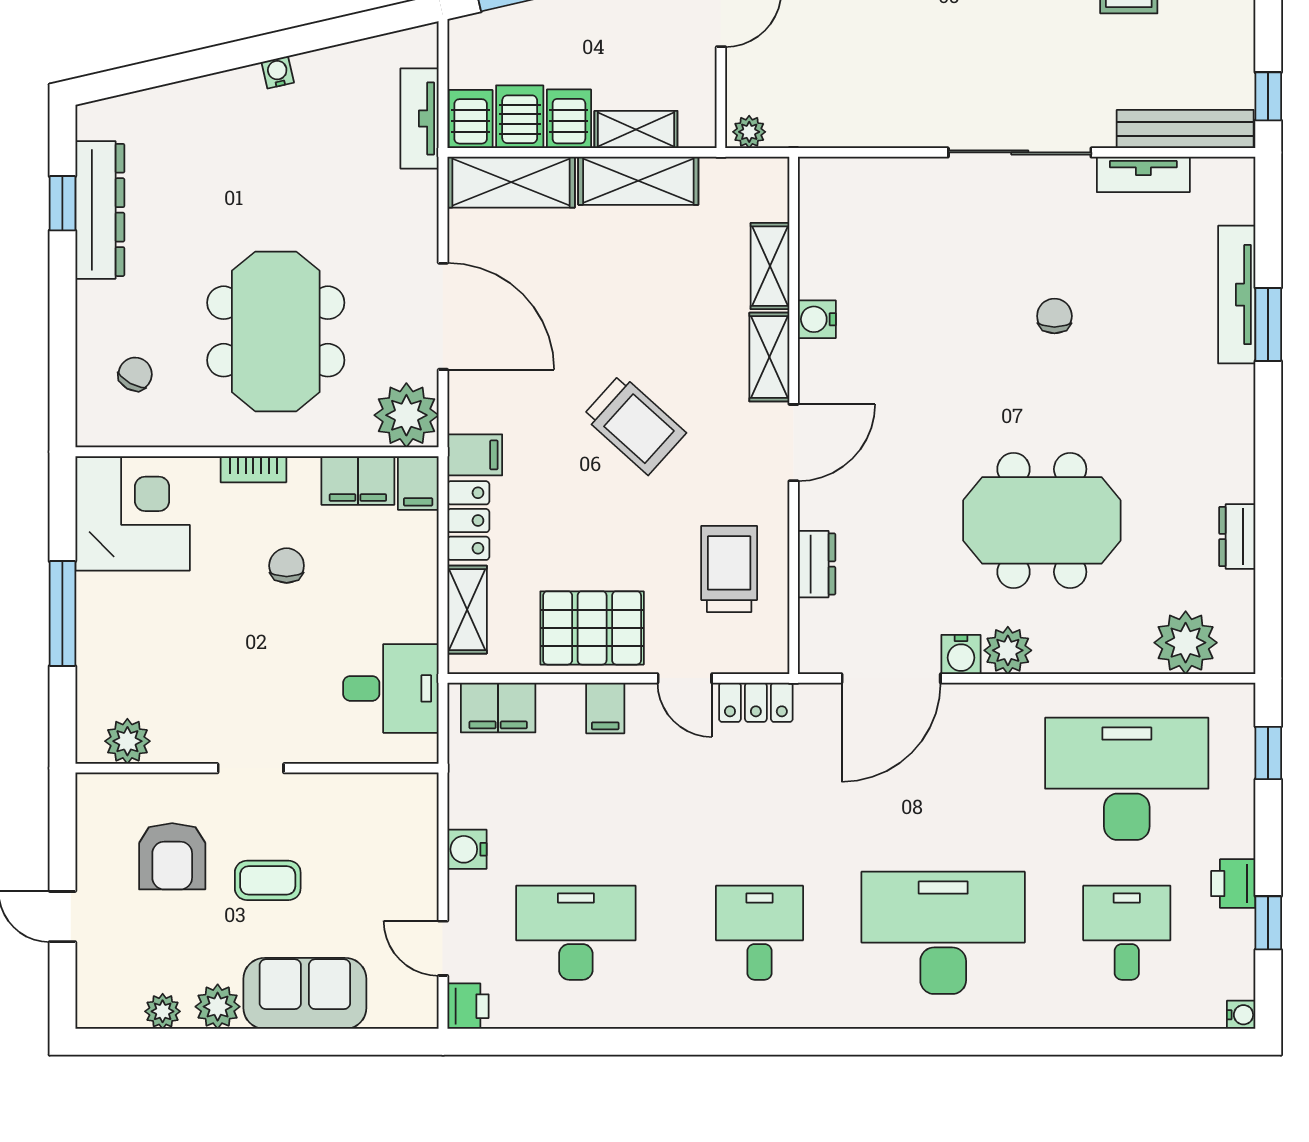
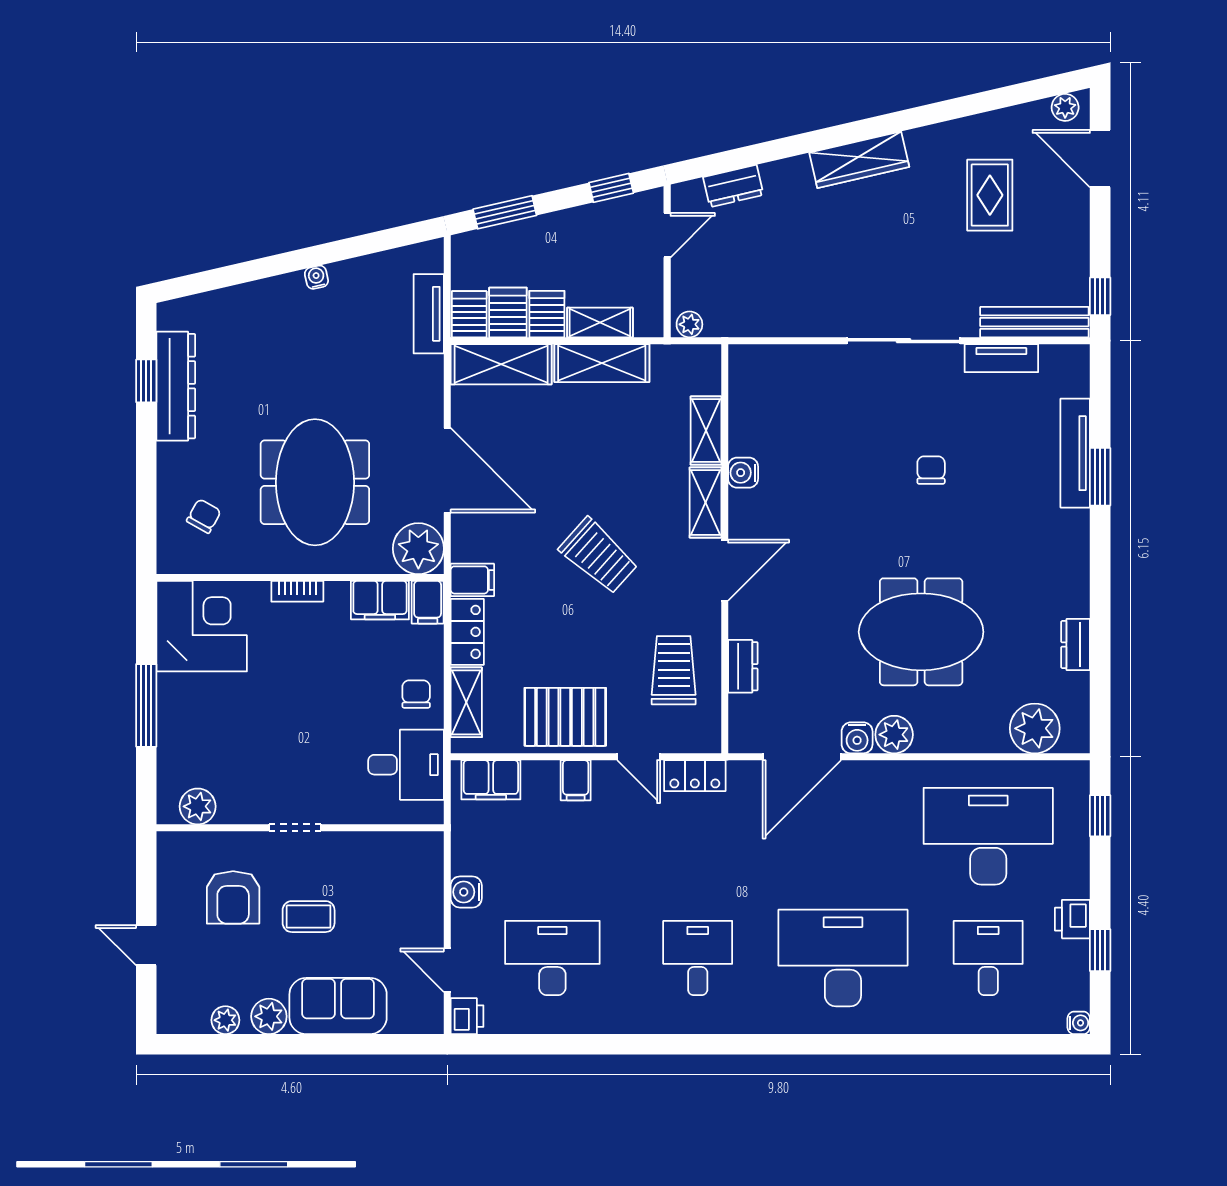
chair: (287, 566) -> (416, 694), moved

